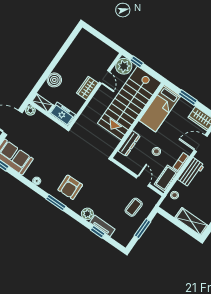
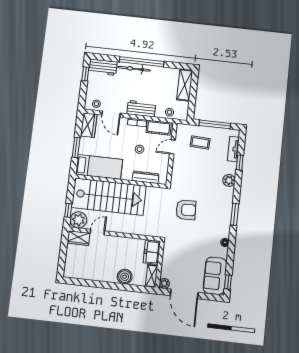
wardrobe: (87, 88) -> (79, 238), moved
armchair: (70, 187) -> (186, 210), moved
tv unit: (102, 226) -> (233, 149), moved
window: (142, 229) -> (215, 124), width x1.44

